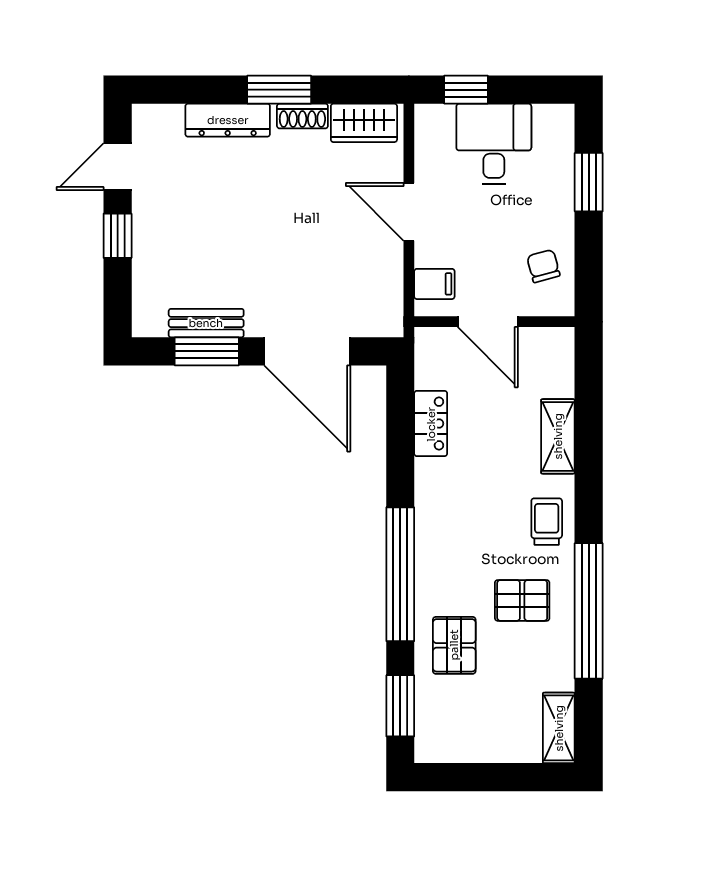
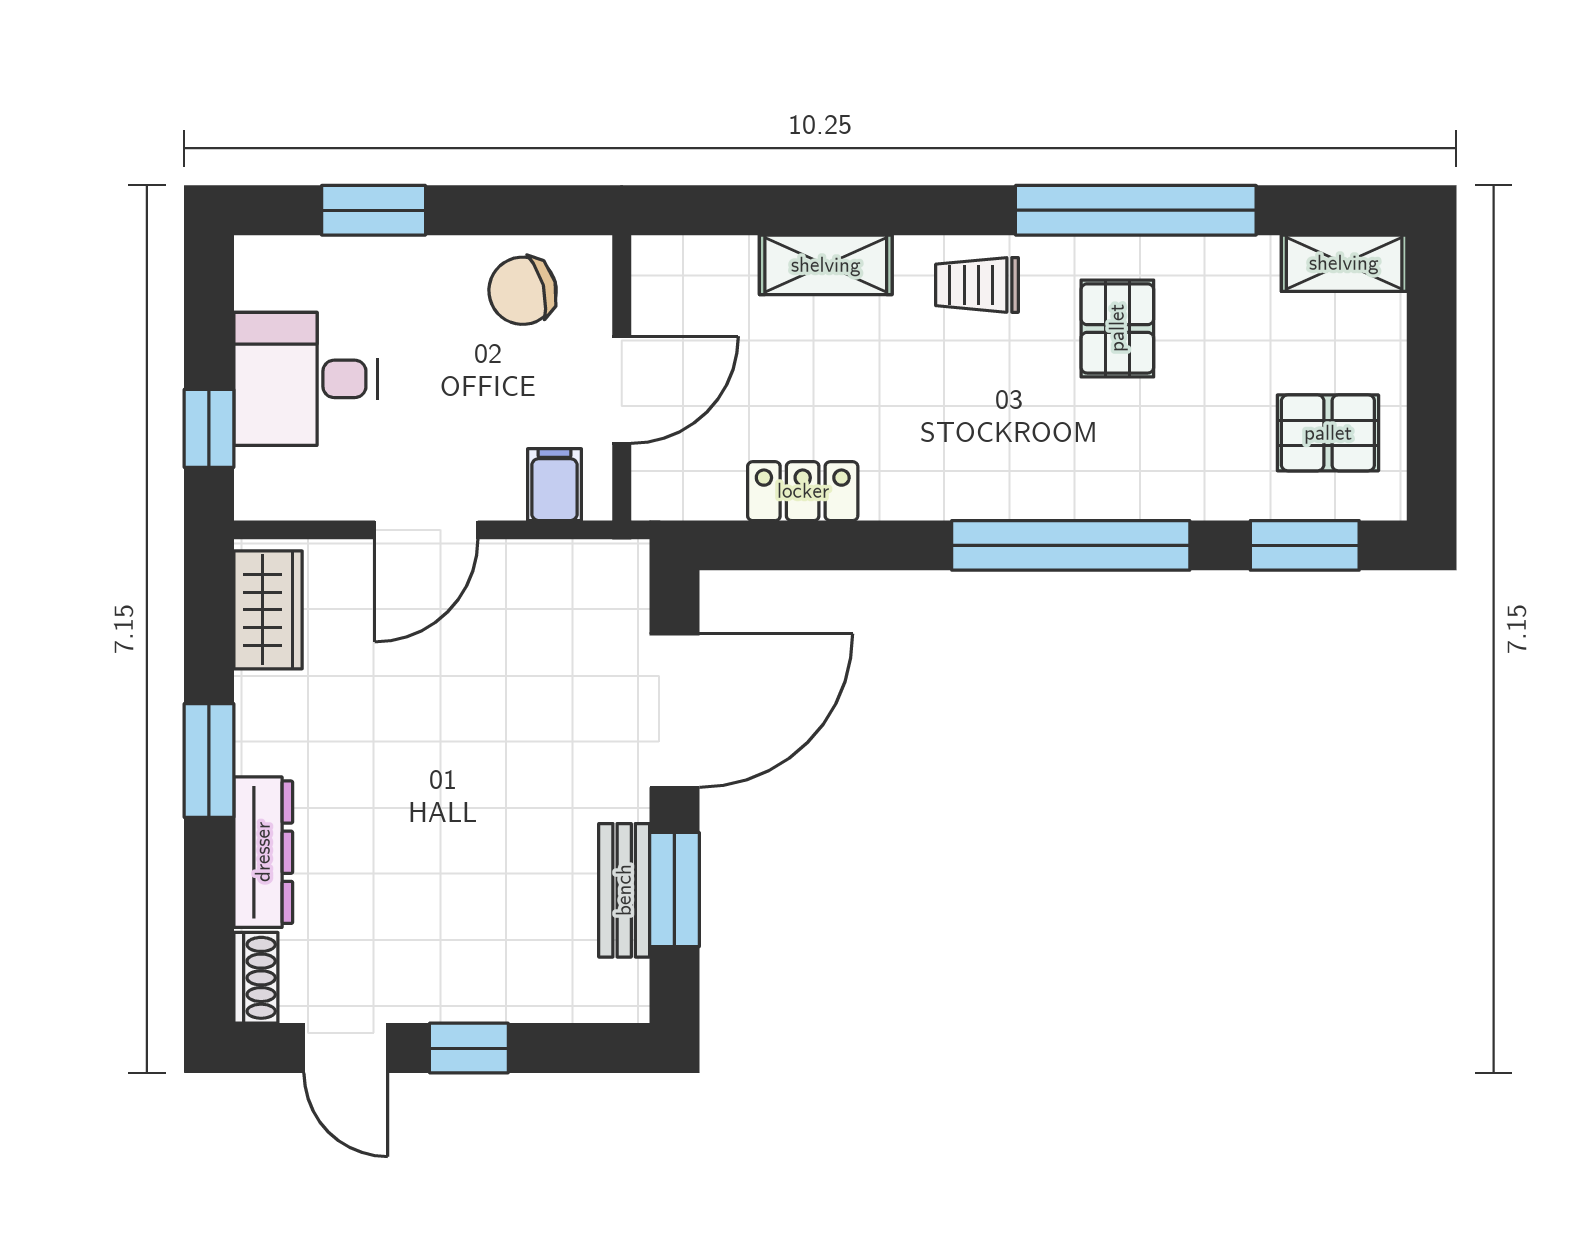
shoe rack: (302, 116) -> (256, 978), moved
chair: (543, 266) -> (523, 291), width x1.37, depth x1.37
pallet: (454, 645) -> (1328, 433), moved

